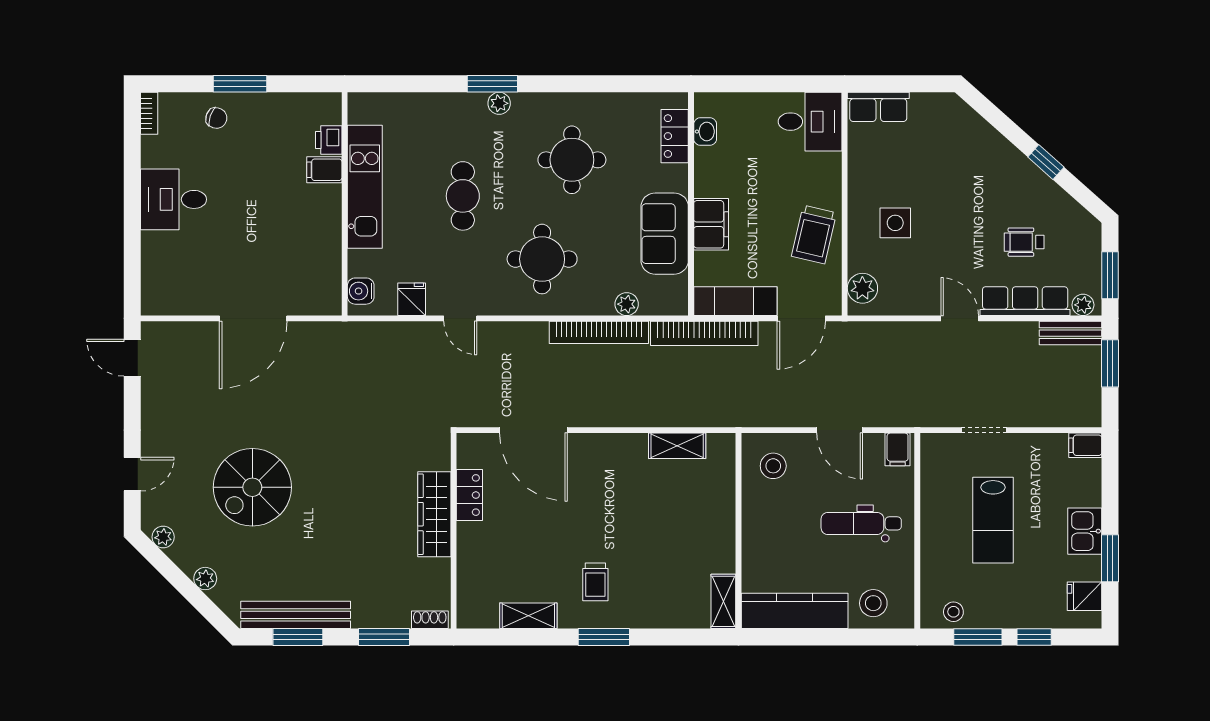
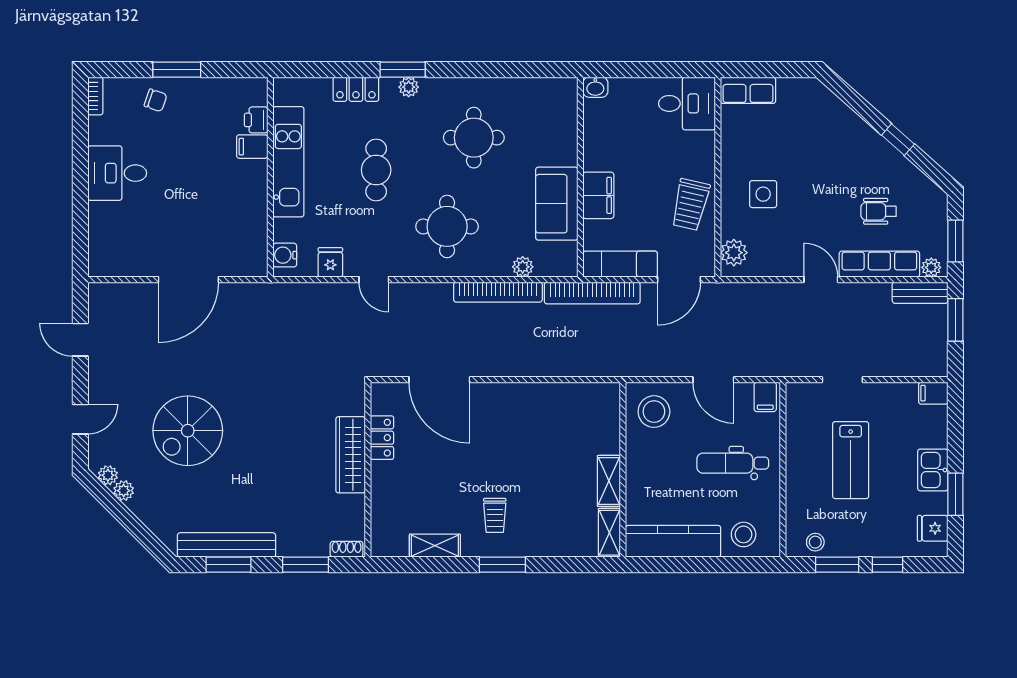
washbasin: (705, 132) -> (595, 87), moved, turned 90
locker: (675, 136) -> (356, 89), moved, turned -90
door: (132, 358) -> (80, 340), moved
shelving: (677, 446) -> (609, 481), moved, turned 90
stool: (773, 466) -> (654, 412), width x1.38, depth x1.38
plant: (205, 579) -> (124, 491), moved

